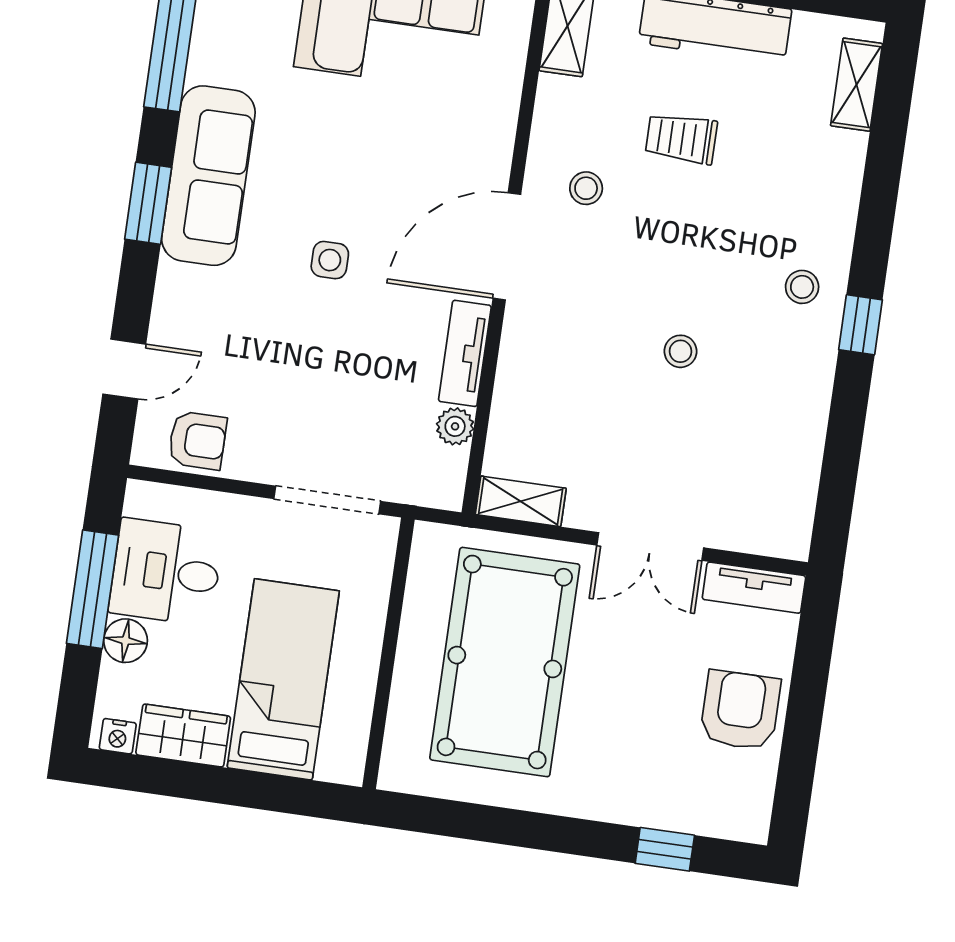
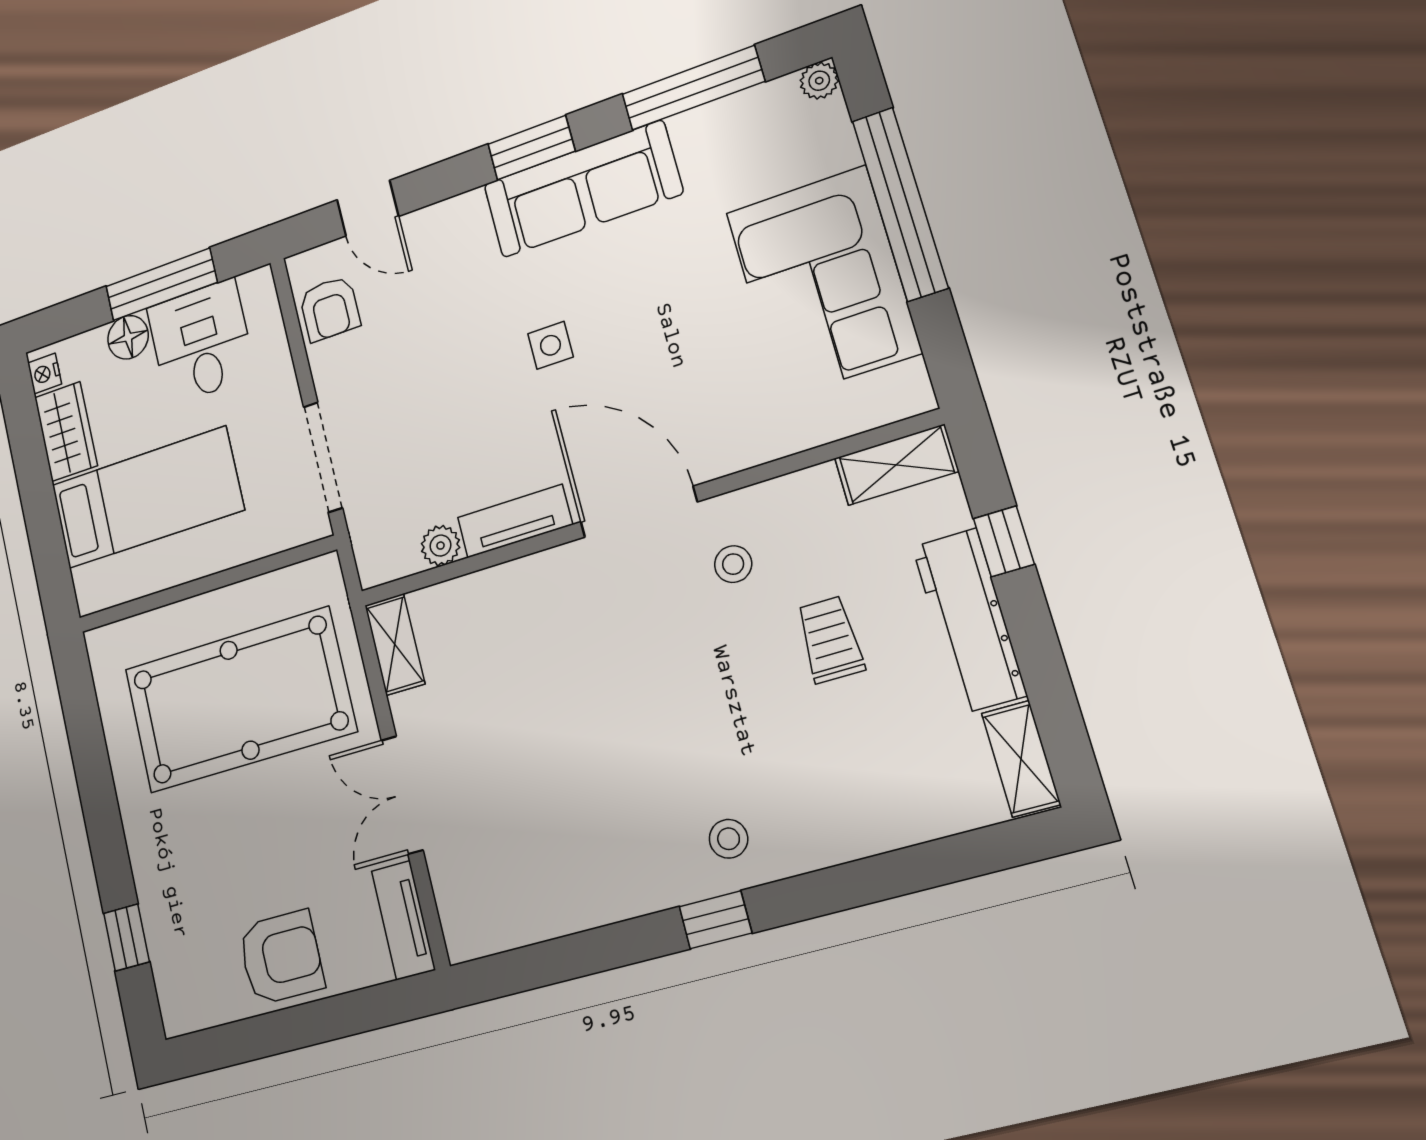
shelving: (857, 85) -> (1021, 759), moved, turned 90
stool: (681, 351) -> (608, 739), removed

